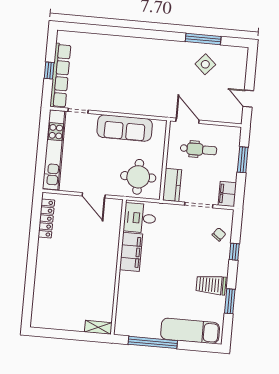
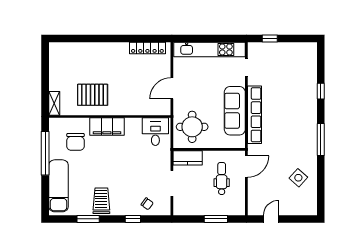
window: (112, 31) -> (321, 91), added
window: (203, 39) -> (321, 139), moved
window: (49, 71) -> (270, 38), moved
row of seats: (60, 76) -> (254, 115), moved, turned -90
dental chair: (198, 149) -> (222, 179), turned 180
filing cabinet: (227, 194) -> (184, 208), removed
filing cabinet: (131, 252) -> (107, 127), moved
pallet: (93, 284) -> (93, 95), added
chair: (143, 308) -> (75, 142), added

